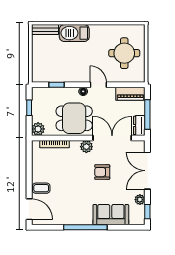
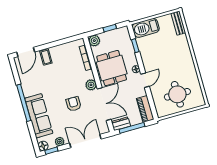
barbecue: (74, 33) -> (146, 28), moved, turned -90
sofa: (111, 215) -> (39, 116), width x1.36
floor lamp: (139, 219) -> (43, 146), added

